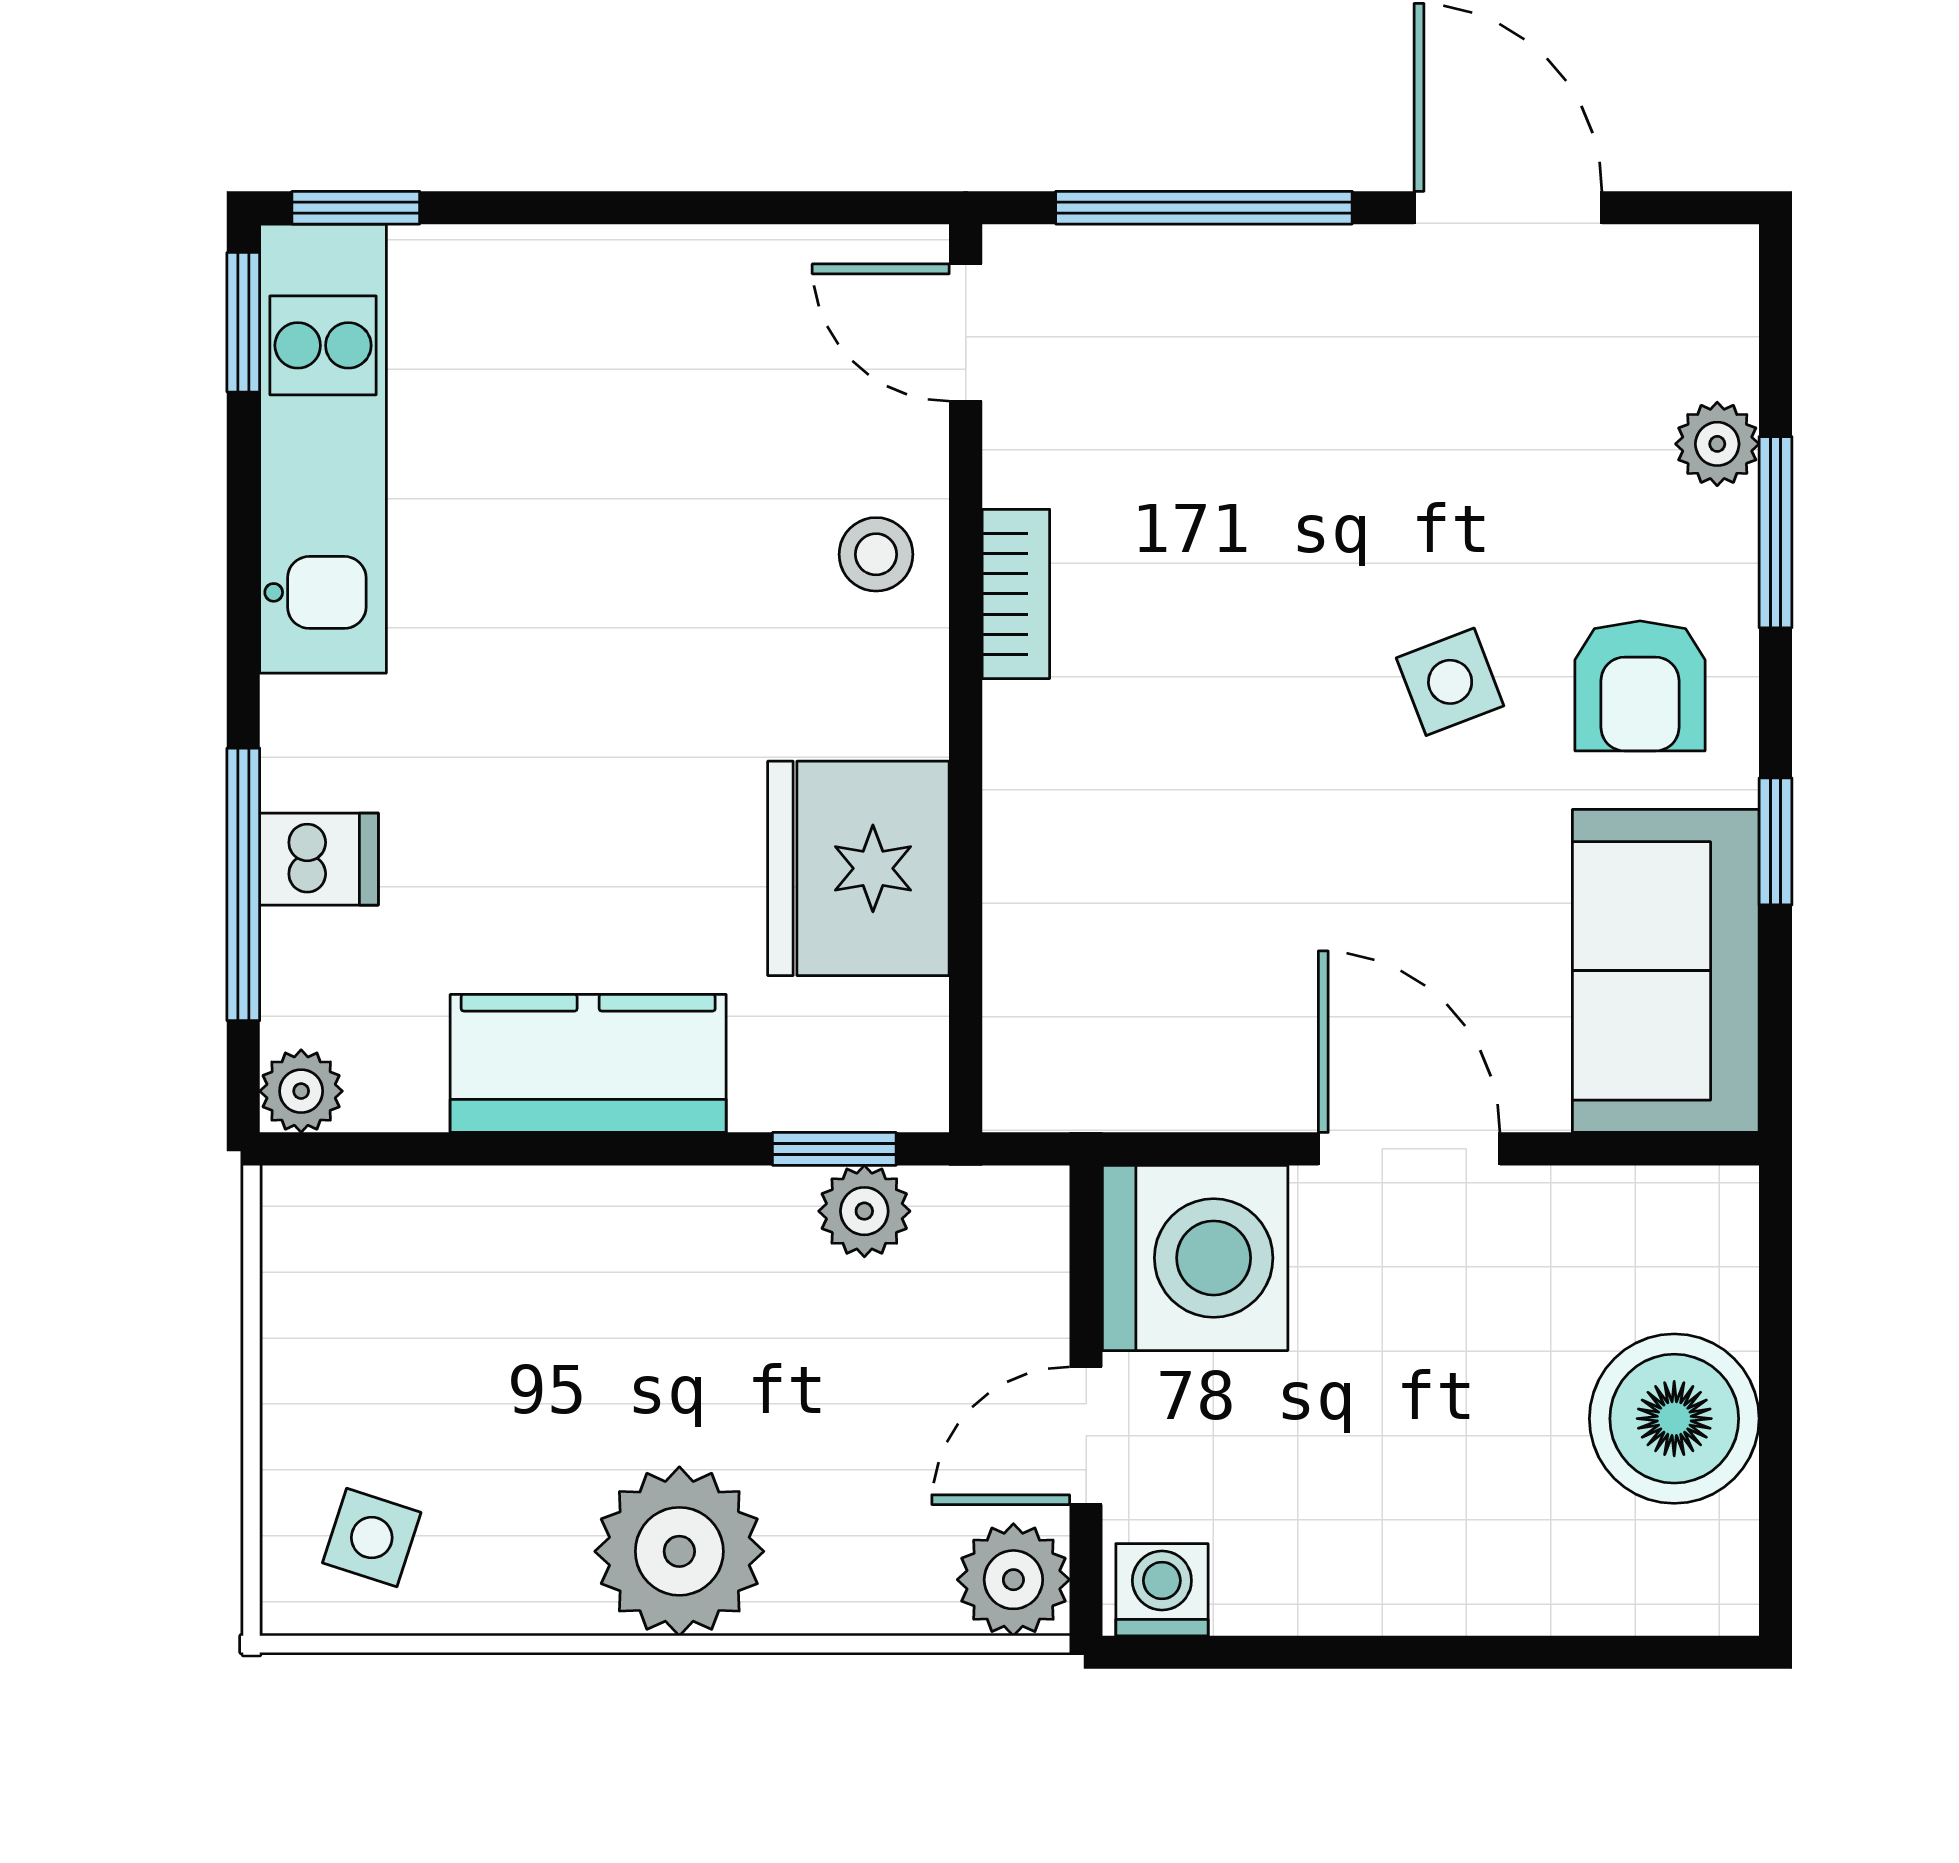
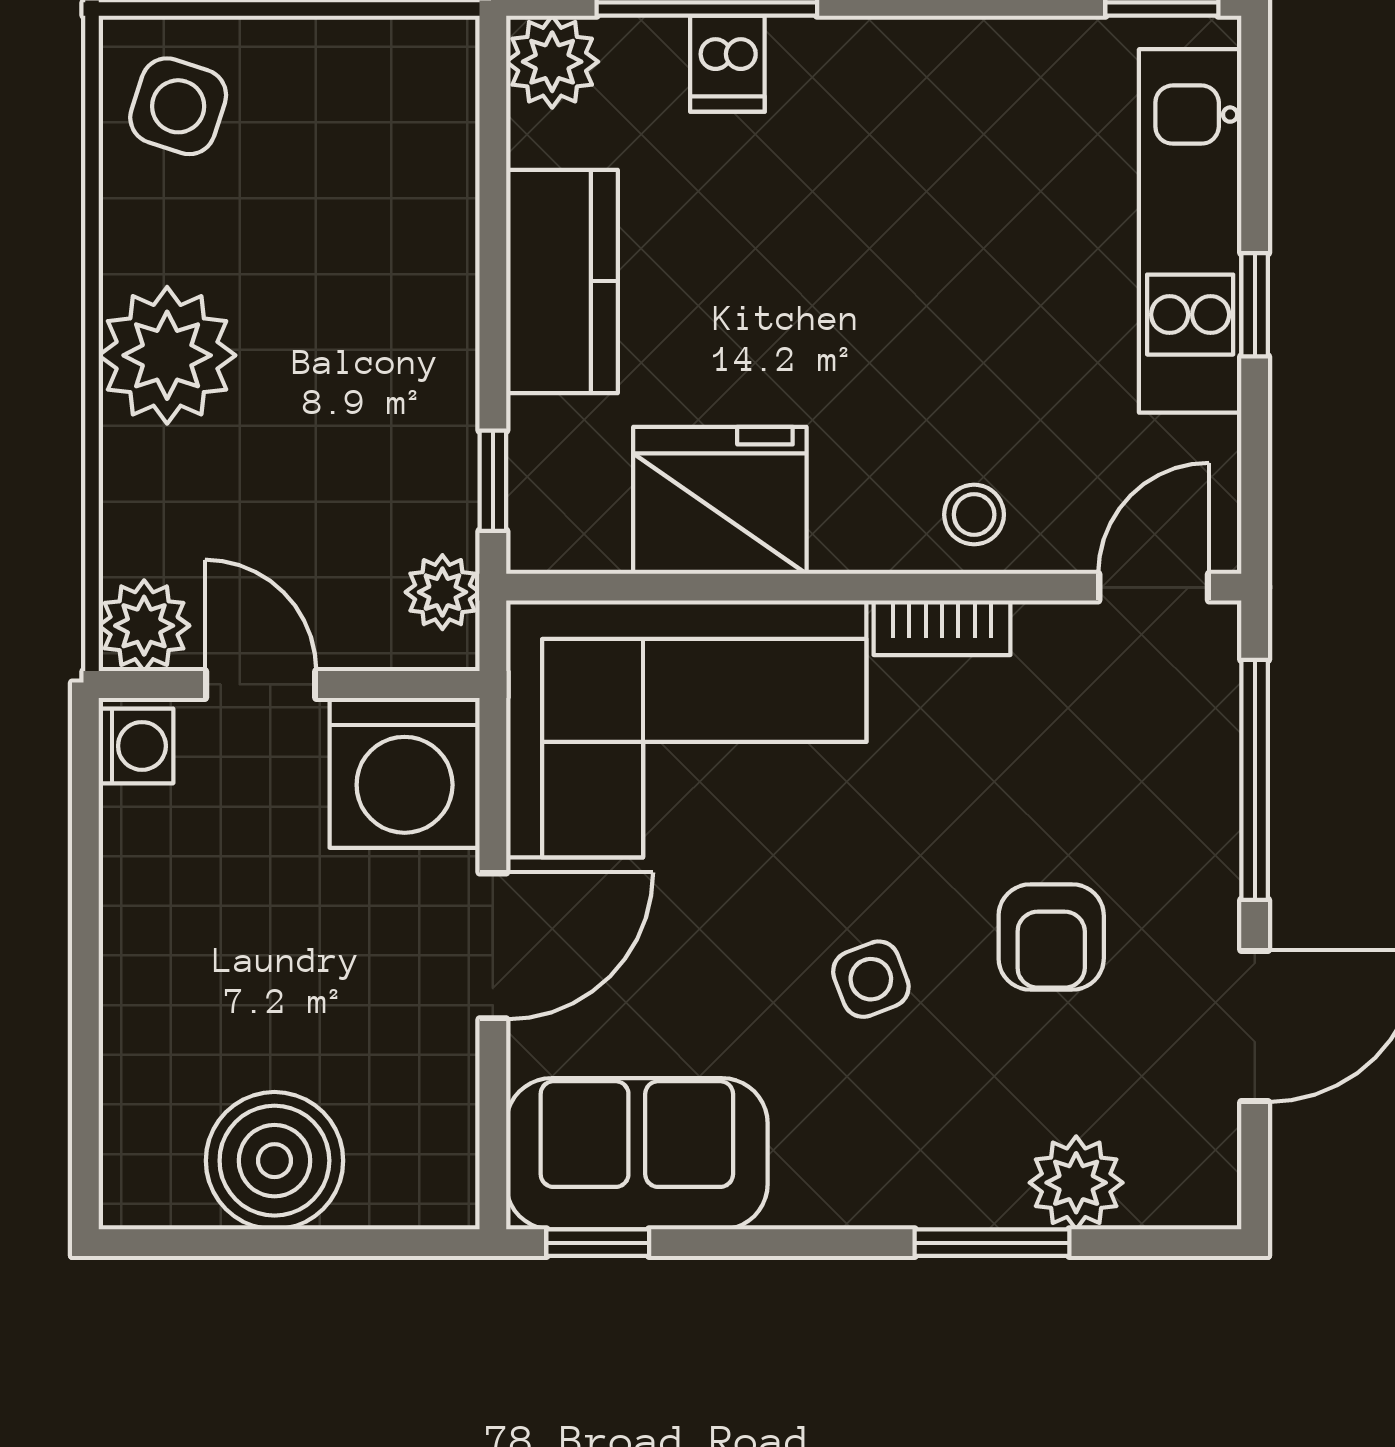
window: (356, 208) -> (1255, 305), moved
plant: (1717, 444) -> (1076, 1183), width x1.38, depth x1.38
kitchen unit: (323, 449) -> (1190, 231), moved, turned 90
armchair: (1640, 686) -> (1051, 937), moved, turned -90
window: (1776, 841) -> (598, 1243), moved
corner sofa: (1141, 910) -> (686, 729), added
plant: (301, 1091) -> (552, 62), width x1.38, depth x1.38
plant: (864, 1211) -> (442, 592), moved
side table: (372, 1538) -> (178, 106), width x1.37, depth x1.37

